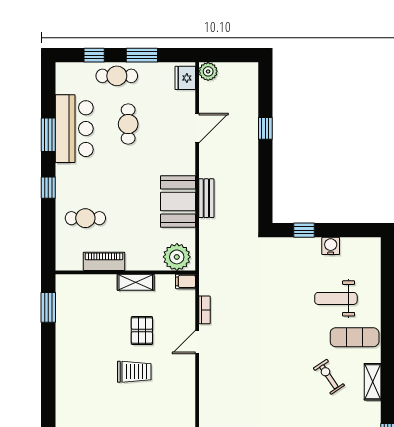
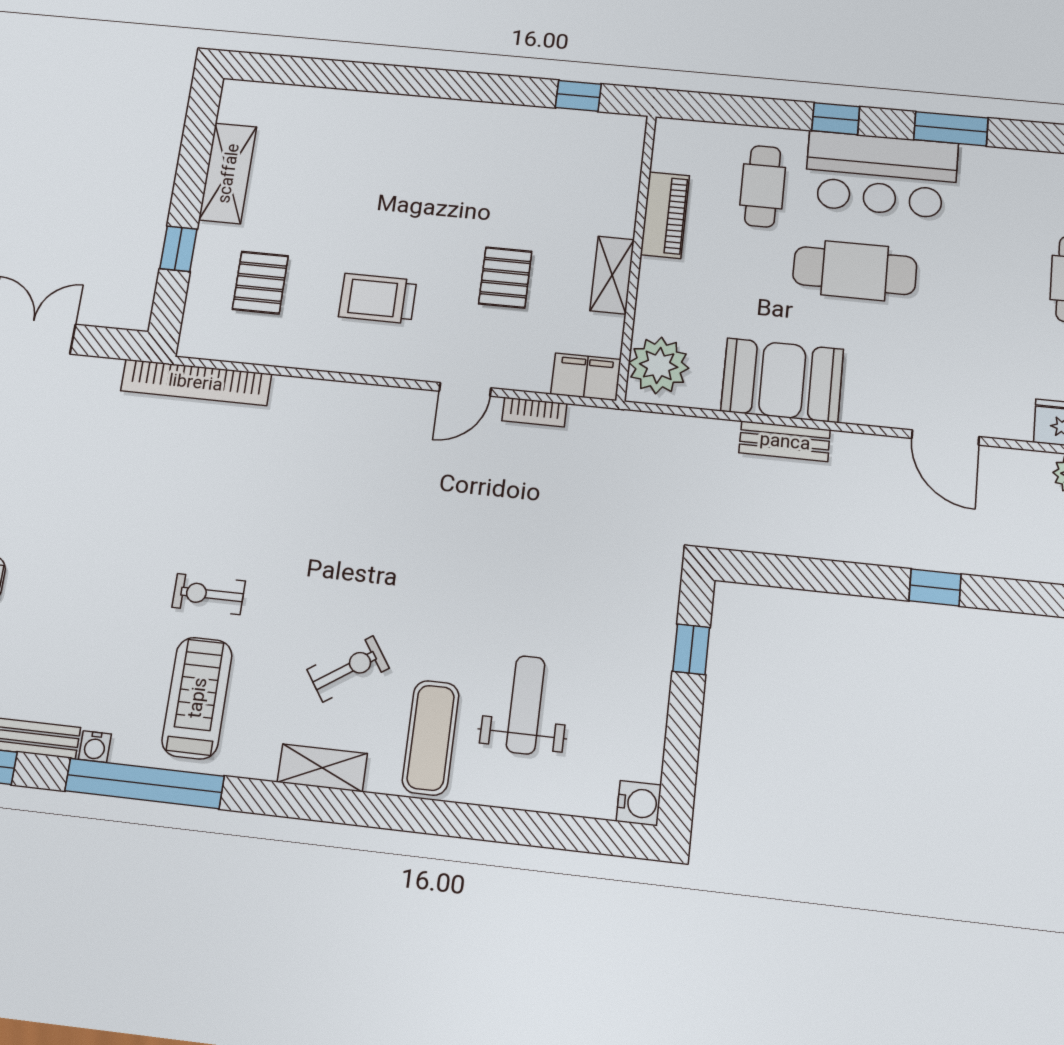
cafe table: (128, 124) -> (855, 271), moved, width x1.37, depth x1.35
bar counter: (74, 129) -> (881, 174), moved
water cooler: (331, 246) -> (639, 803), moved
filing cabinet: (185, 281) -> (586, 377), width x2.00
window: (48, 307) -> (578, 96), width x0.67
pallet: (142, 331) -> (505, 278), turned 90
door: (197, 342) -> (465, 389), swing flipped
trolley: (134, 372) -> (378, 298), moved, turned 90

